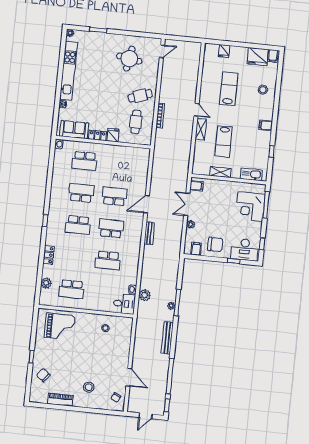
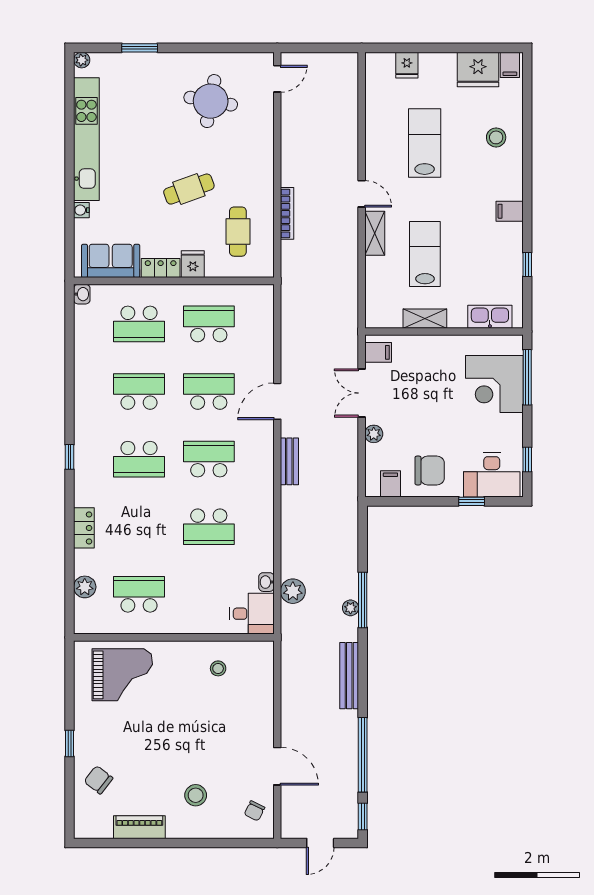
cafe table: (140, 96) -> (189, 189), moved
lab bench: (224, 141) -> (425, 254), turned 180
school desk: (118, 164) -> (209, 324), added
school desk: (72, 289) -> (139, 594), turned 180

